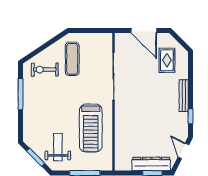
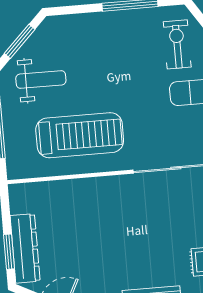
treadmill: (91, 128) -> (80, 135), turned 180

